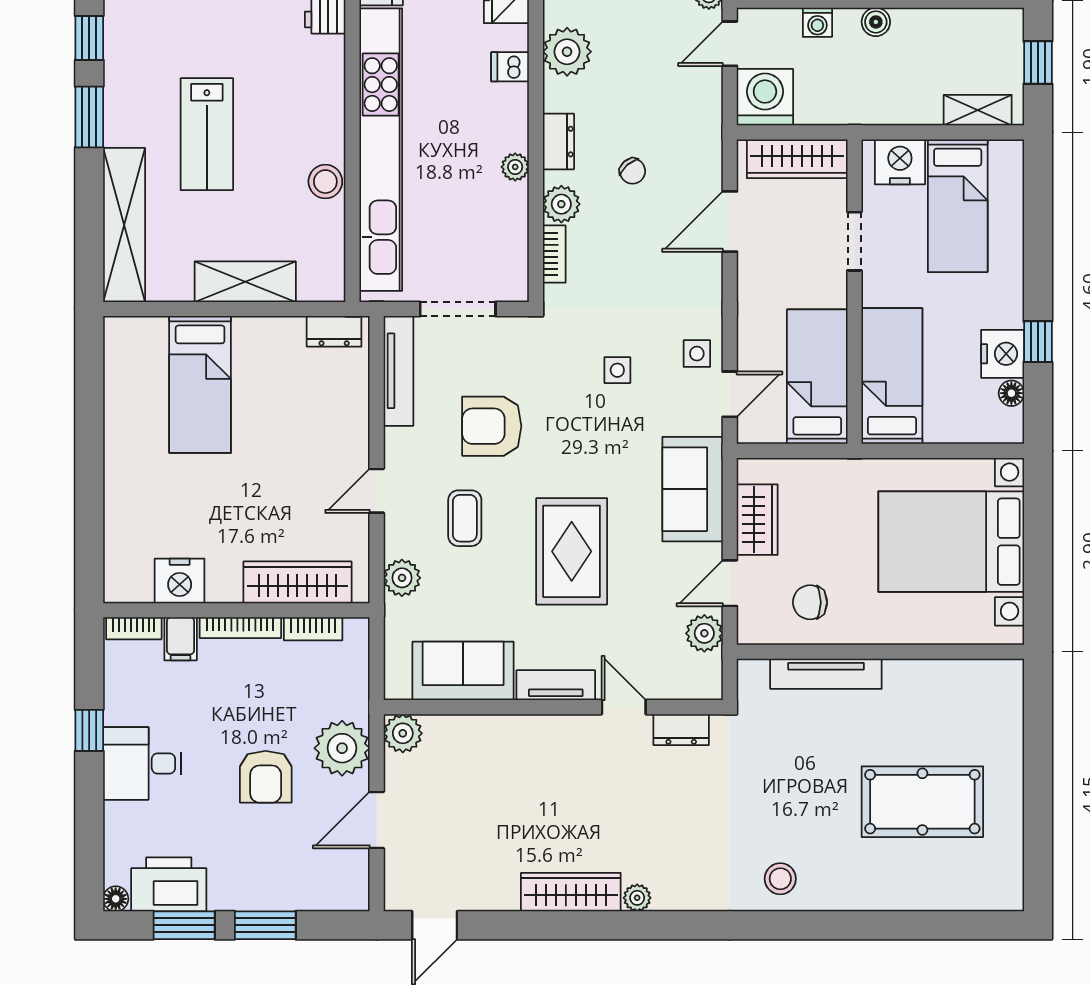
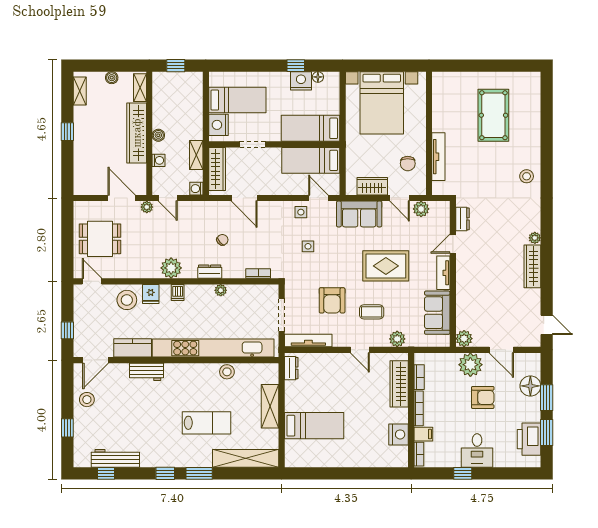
washing machine: (765, 97) -> (196, 189), width x0.53, depth x0.53
shelving: (978, 110) -> (196, 155), moved
plant: (561, 204) -> (237, 270), removed
floor lamp: (116, 899) -> (530, 386), moved, width x1.89, depth x1.89

